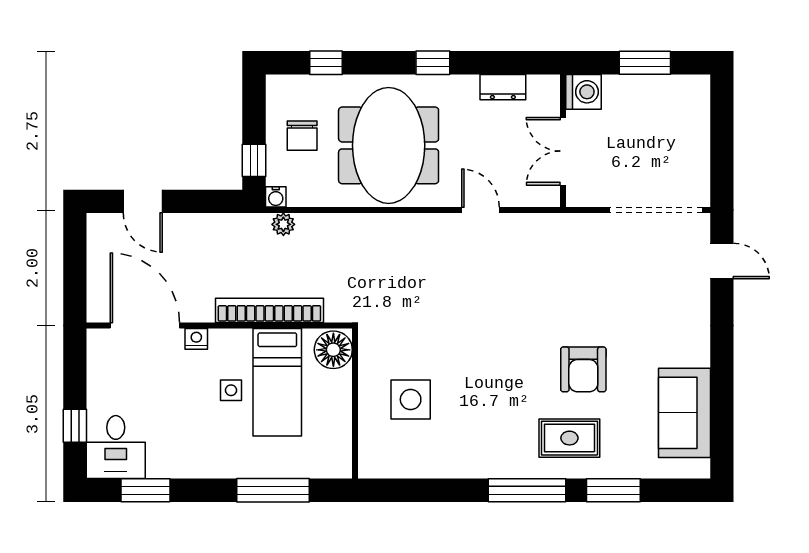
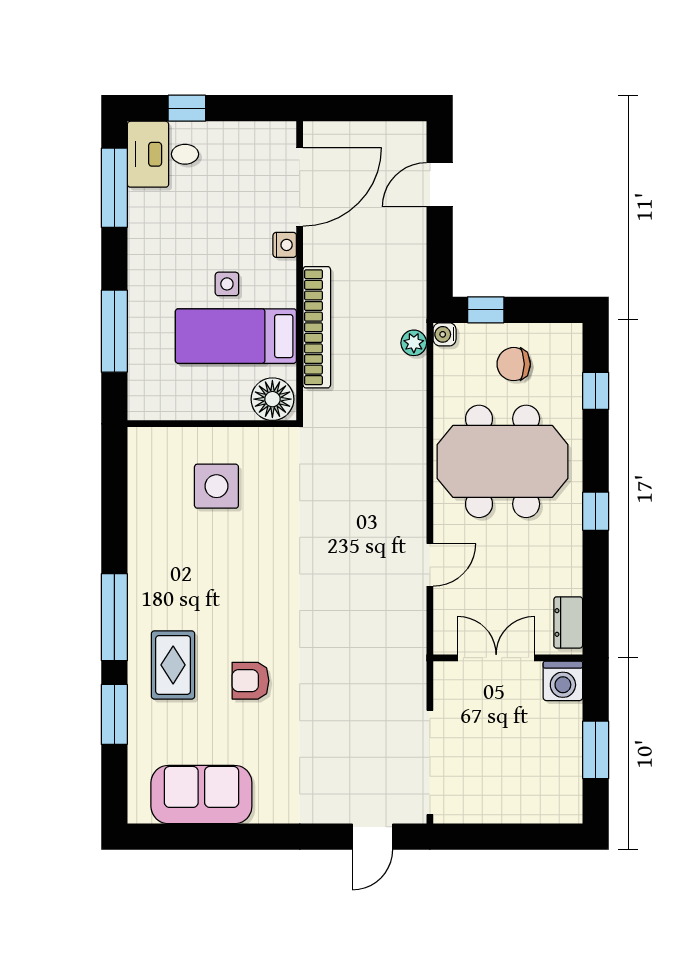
dresser: (503, 87) -> (568, 622), moved
armchair: (583, 369) -> (250, 681), width x0.72, depth x0.72
window: (146, 490) -> (114, 188), width x1.44

